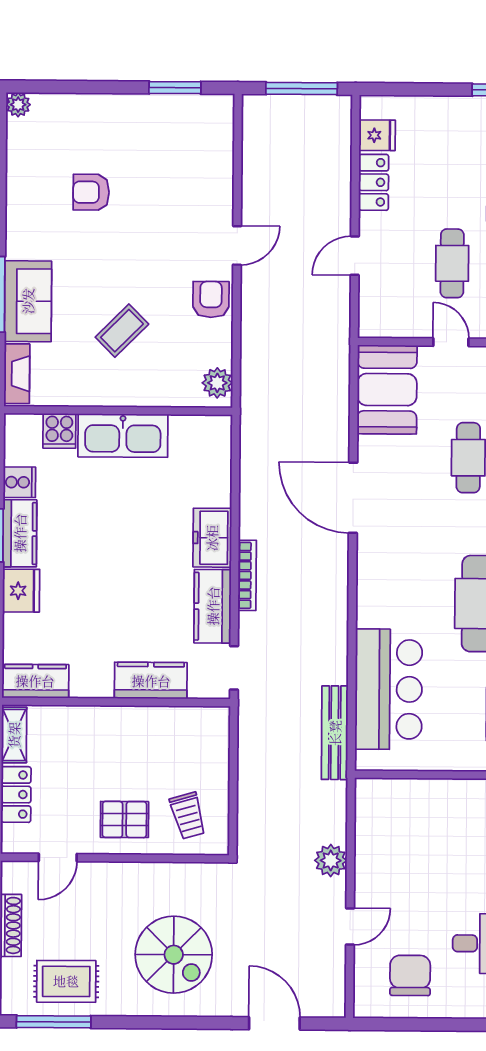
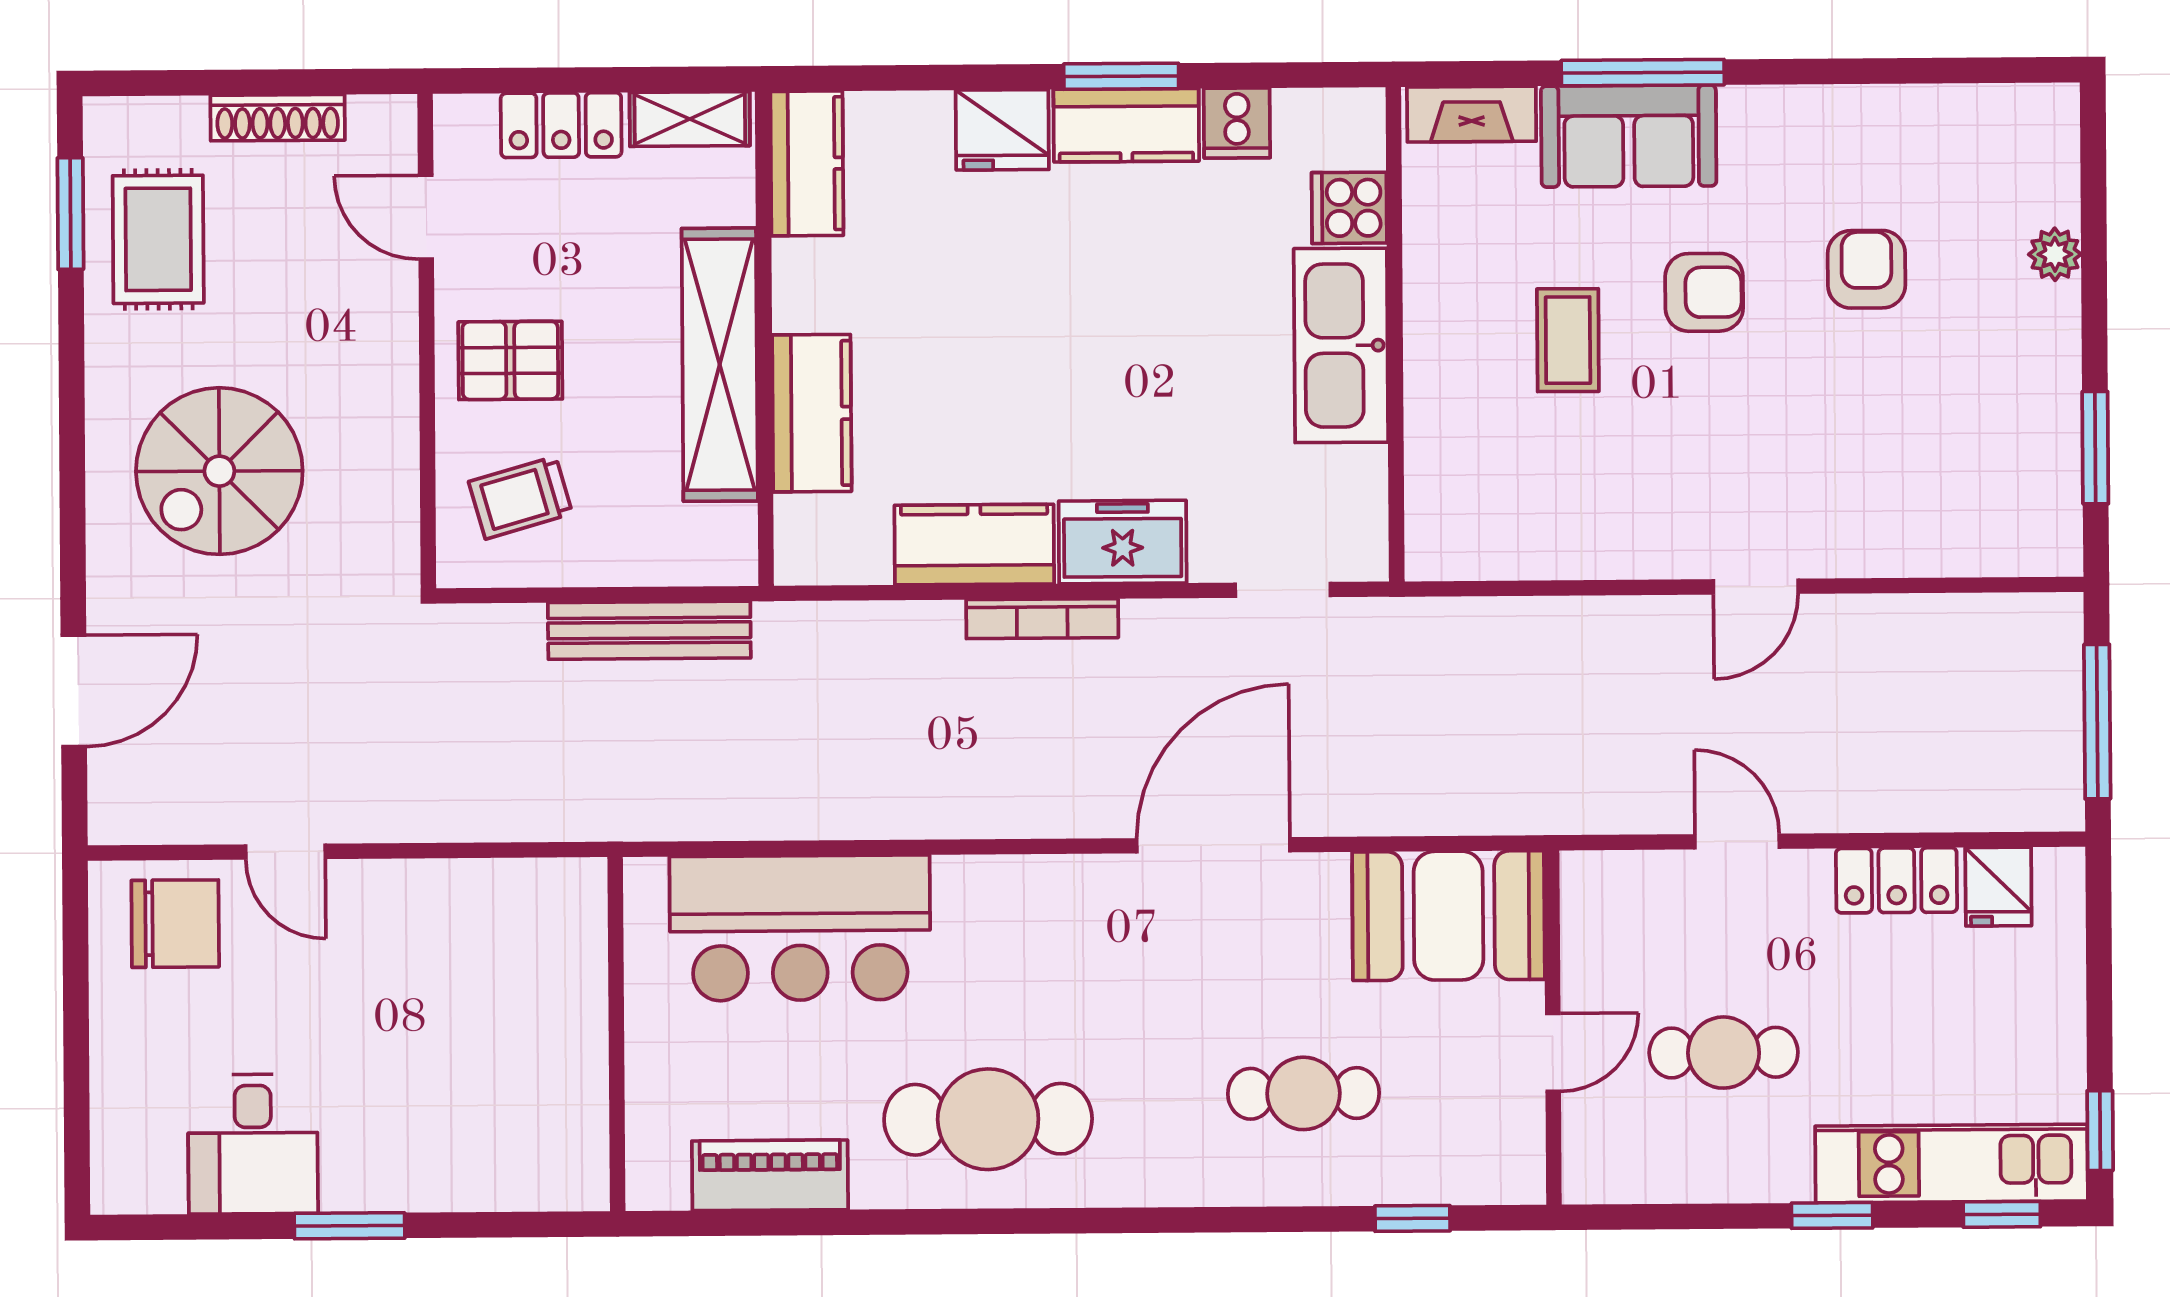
plant: (18, 105) -> (2055, 254), moved
door: (237, 245) -> (1756, 587), hinge flipped
armchair: (211, 299) -> (1704, 292), moved
coffee table: (122, 331) -> (1568, 340), turned 45
plant: (217, 383) -> (1458, 548), removed
doorway: (234, 668) -> (1283, 590), moved
shelving: (128, 723) -> (720, 365), added
bench: (335, 733) -> (649, 630), moved
pallet: (124, 819) -> (510, 360), turned 90
plant: (331, 860) -> (428, 808), removed
chair: (410, 975) -> (175, 924), moved
window: (54, 1022) -> (70, 214), width x0.69

